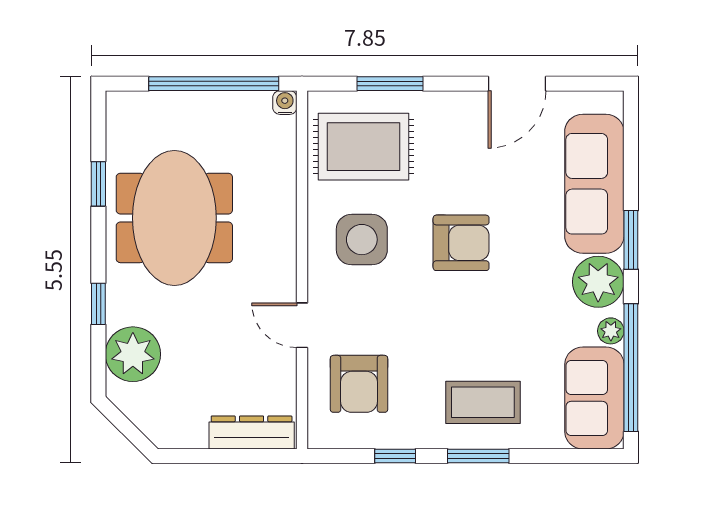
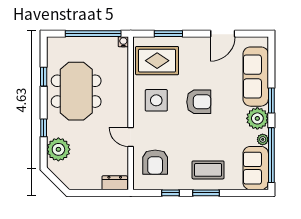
dresser: (252, 432) -> (115, 183), width x0.70

